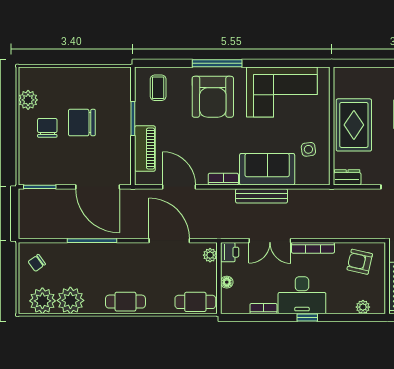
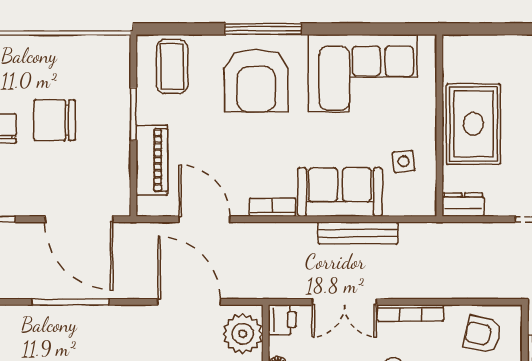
coffee table: (158, 88) -> (172, 67), width x1.36, depth x1.30
bench: (262, 196) -> (358, 233), moved
plant: (210, 255) -> (243, 334), width x1.88, depth x1.88

